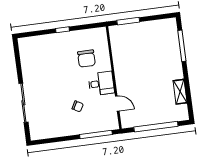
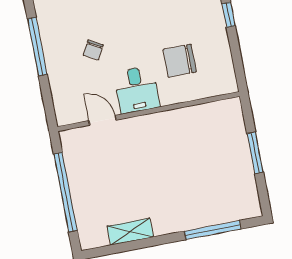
window: (128, 21) -> (255, 153), moved
door: (117, 104) -> (102, 120), swing flipped
window: (96, 134) -> (37, 47), moved

